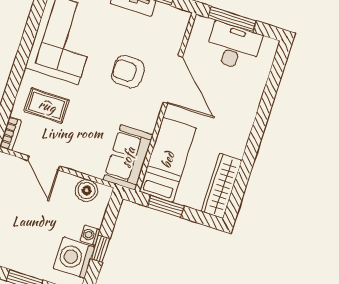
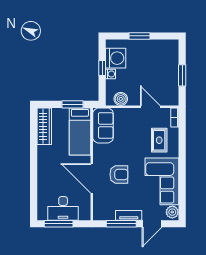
window: (232, 19) -> (59, 224), moved
rug: (47, 106) -> (159, 140), turned 90

